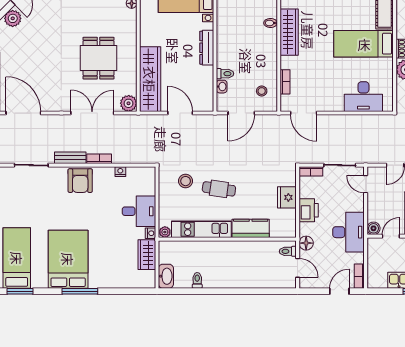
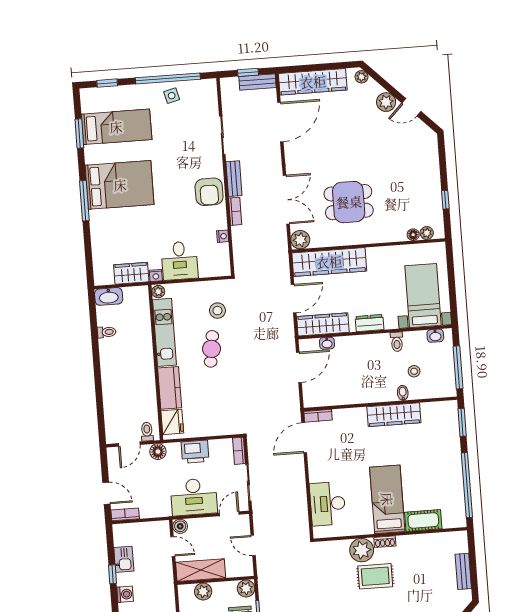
dresser: (207, 48) -> (369, 323), width x0.70
toilet: (225, 74) -> (397, 342), moved
bookcase: (285, 82) -> (318, 416), moved
wardrobe: (205, 89) -> (323, 324), added
stool: (262, 91) -> (414, 371), moved
door: (241, 113) -> (299, 367), swing flipped
armchair: (80, 181) -> (209, 192), turned -90
fridge: (287, 197) -> (172, 422), moved, turned 90
desk: (349, 232) -> (194, 497), moved

